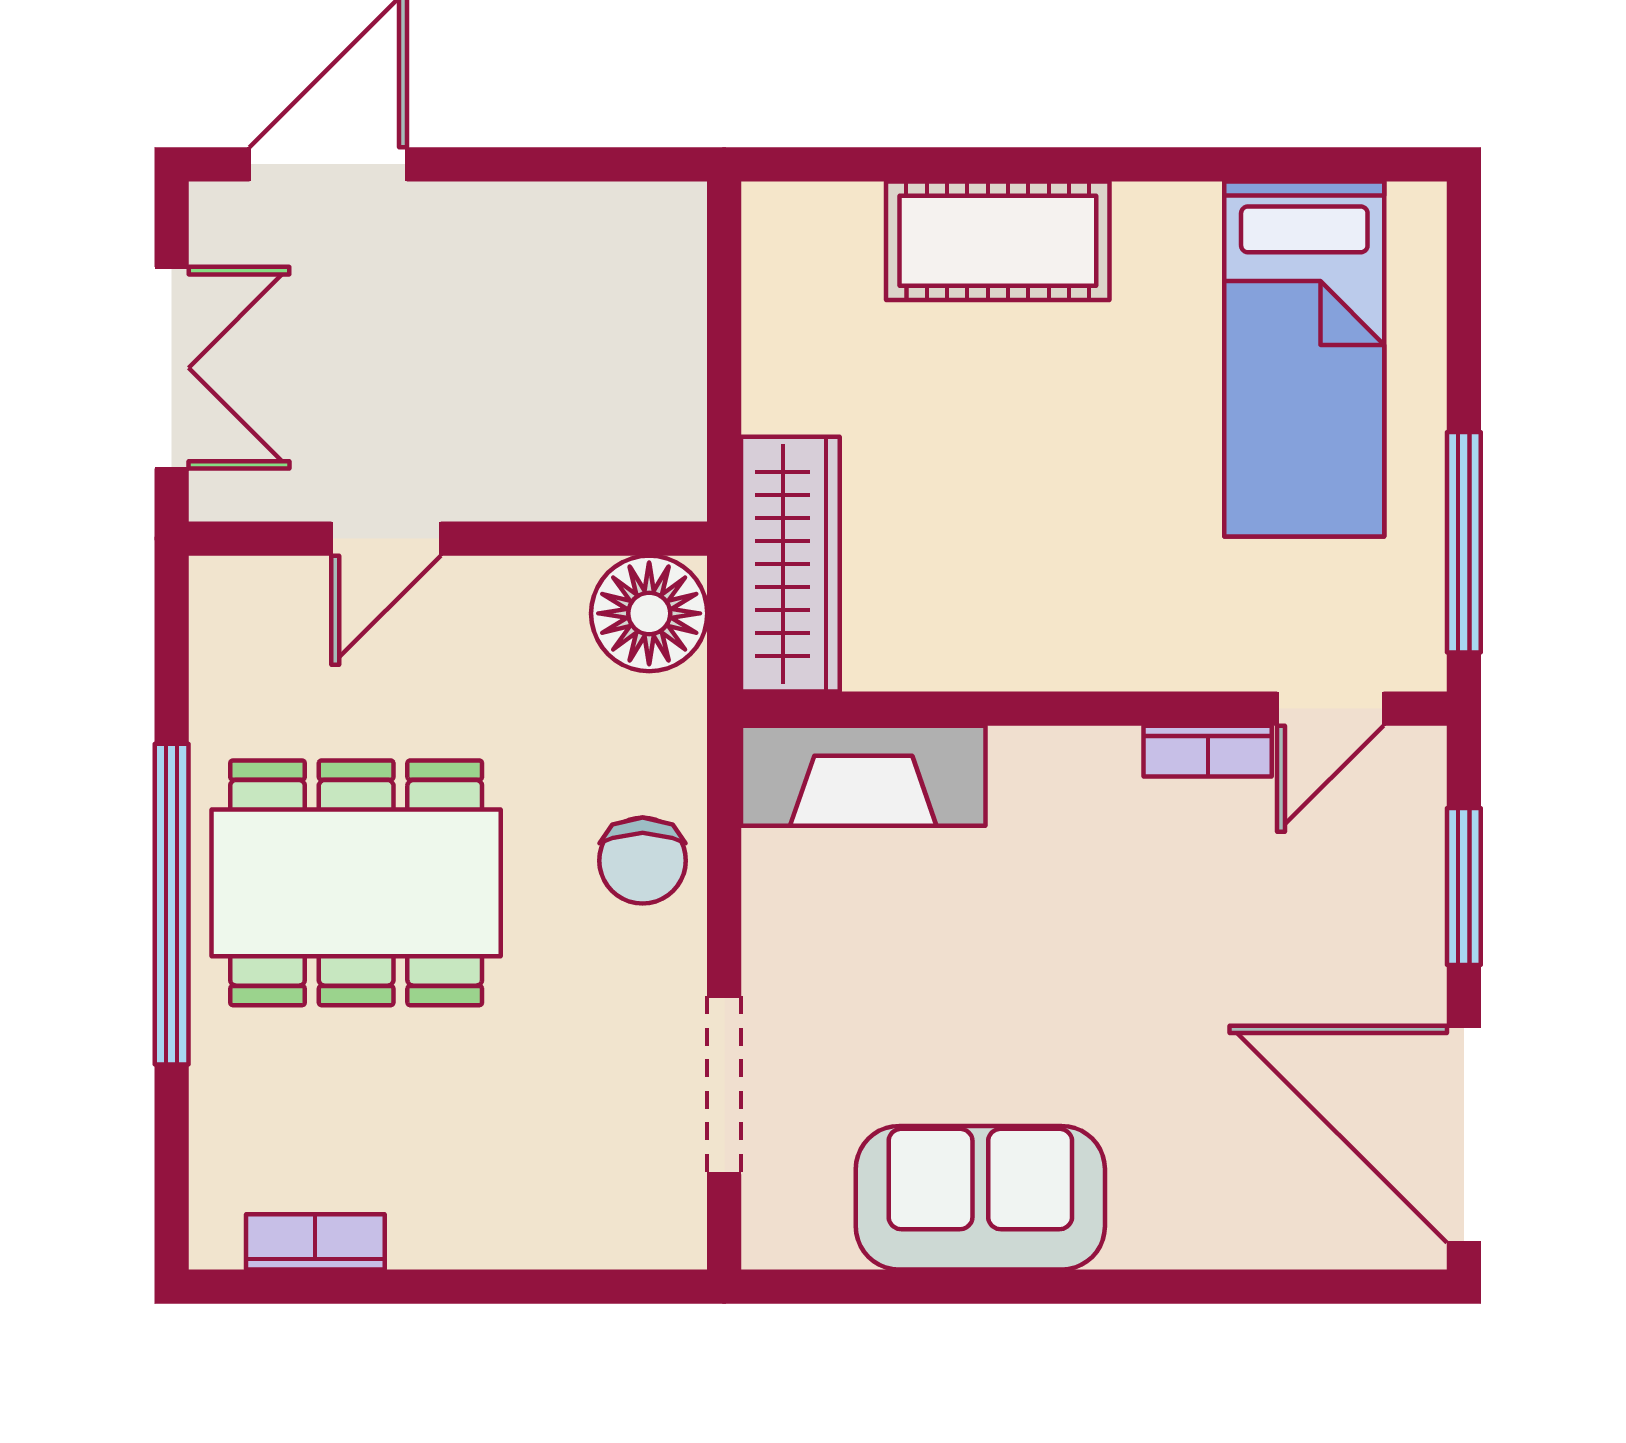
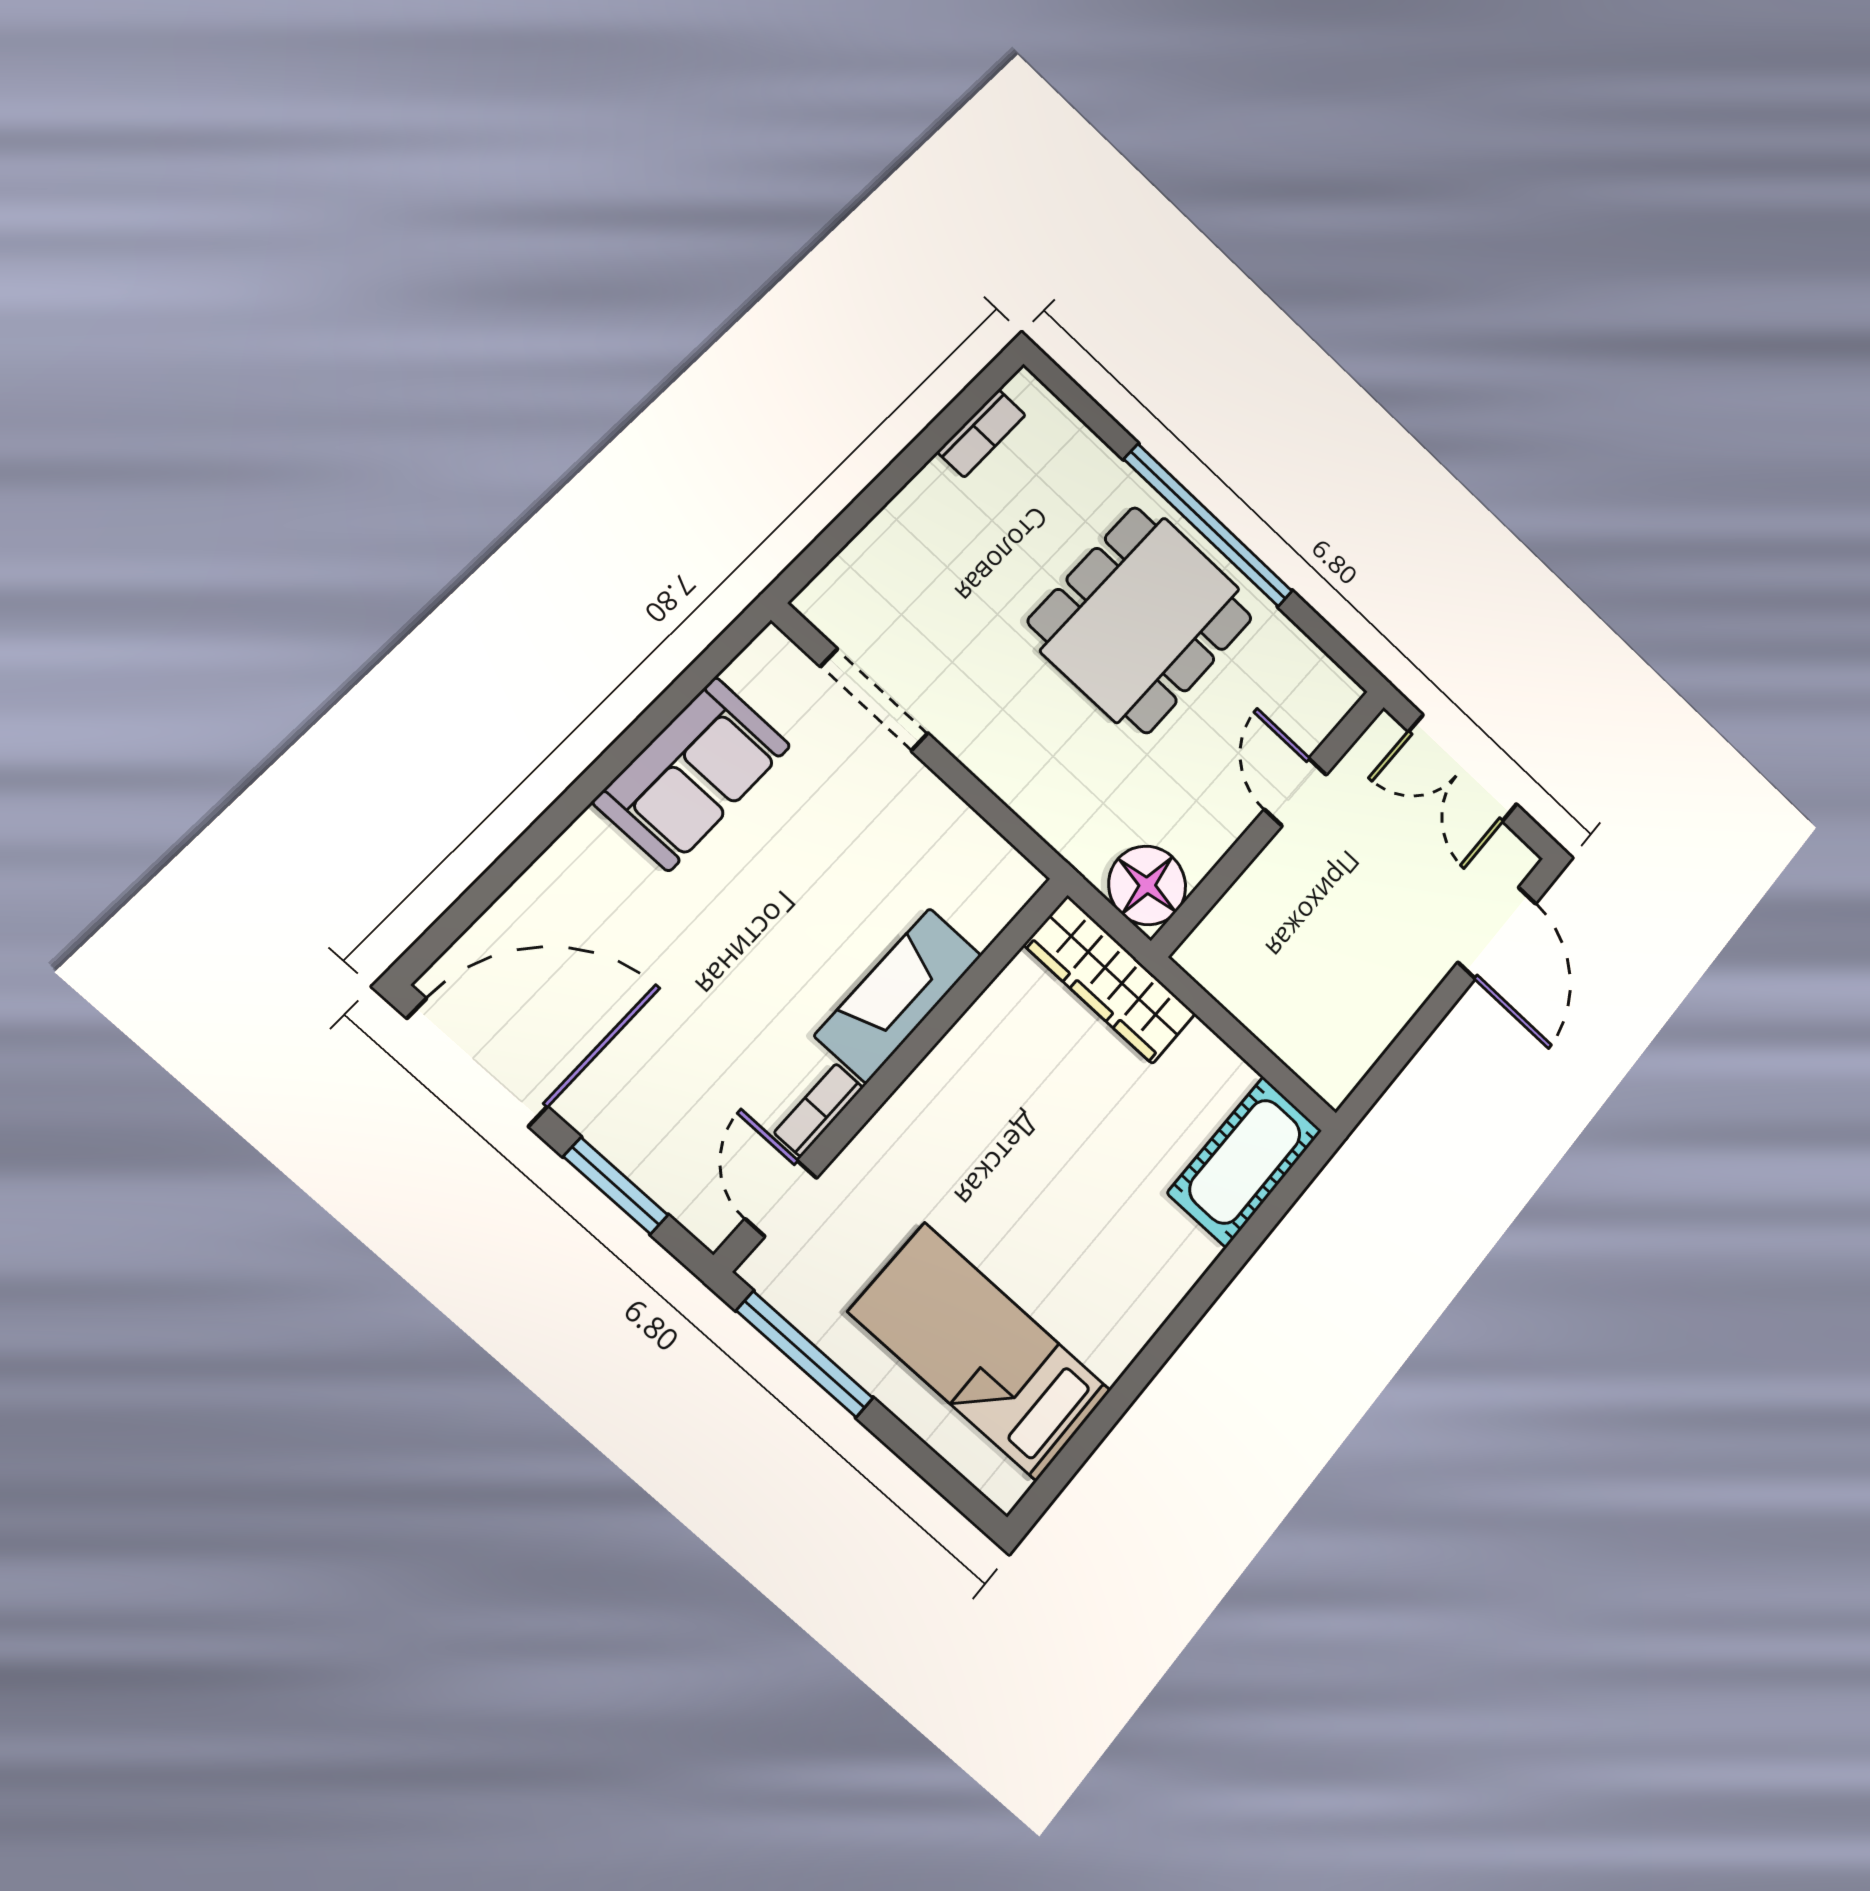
cot: (998, 241) -> (1245, 1162), moved
fireplace: (863, 776) -> (898, 995), moved
chair: (643, 861) -> (1026, 767), removed

